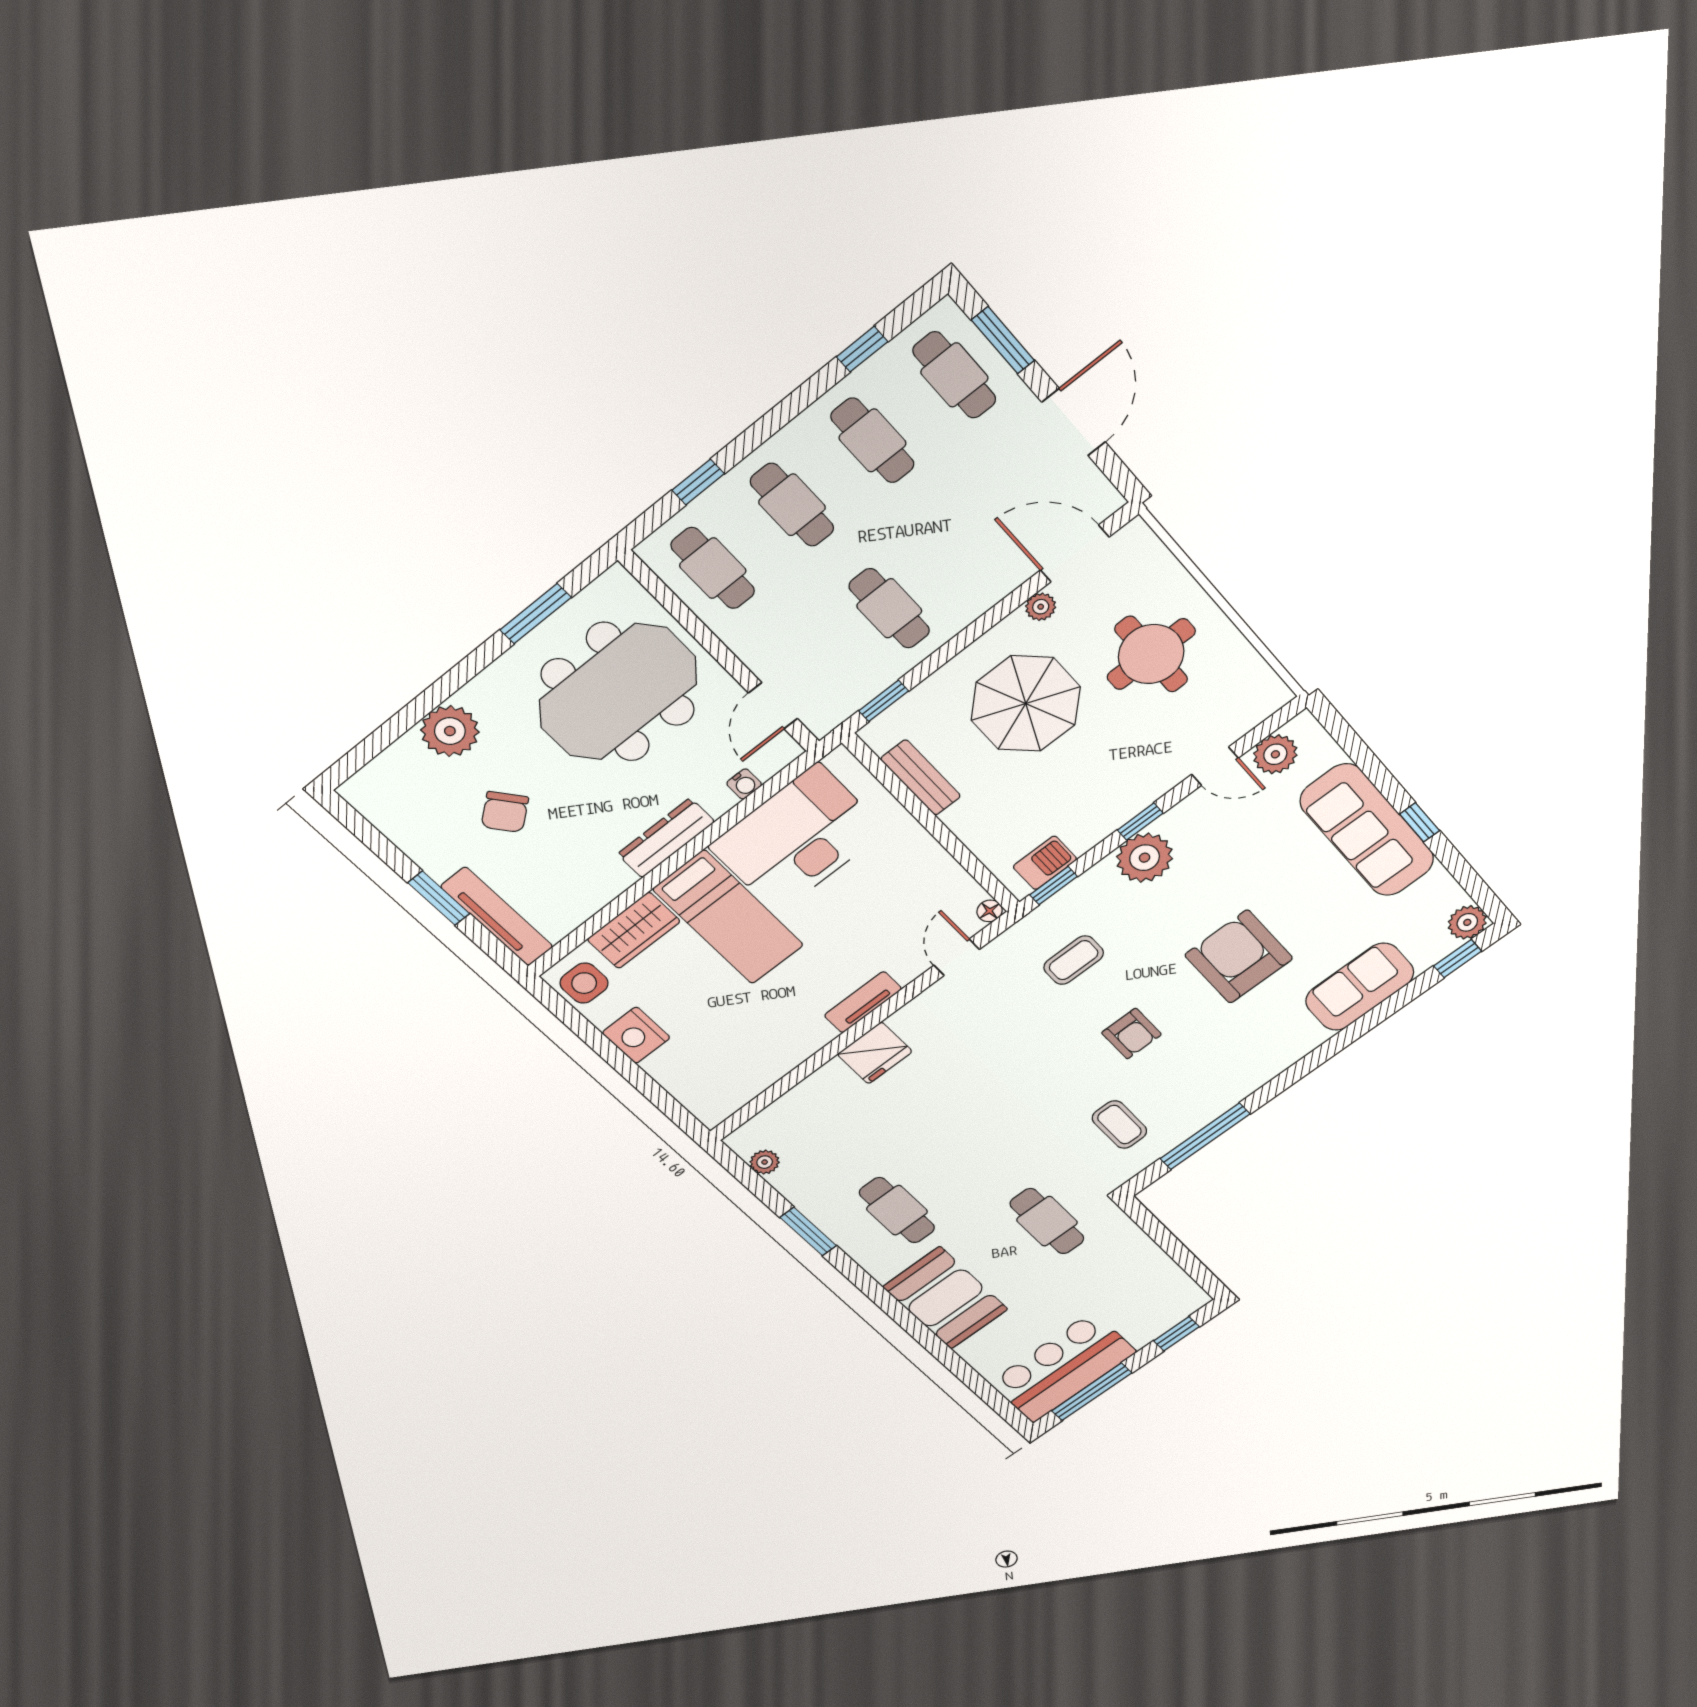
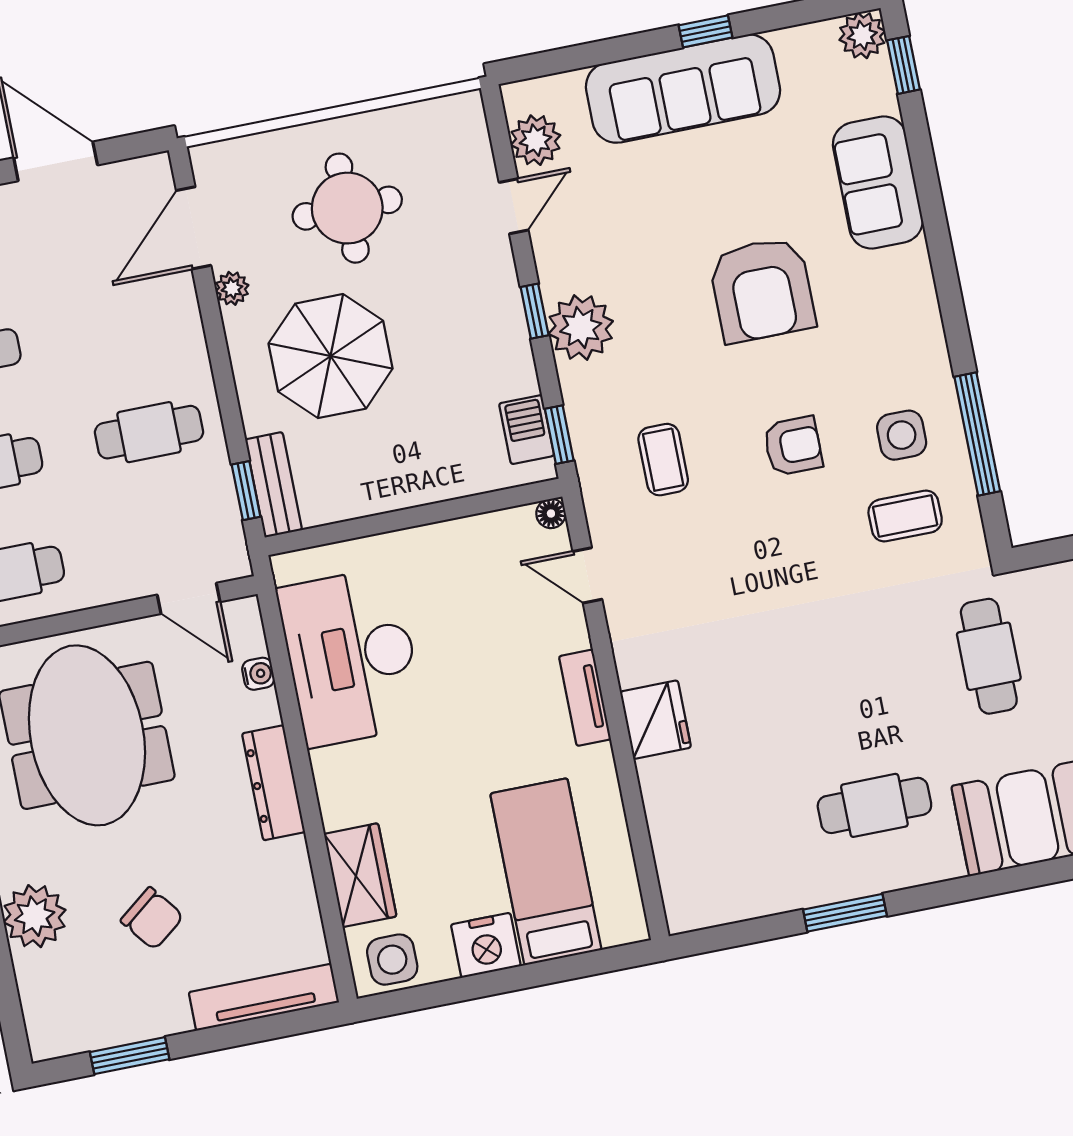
bench: (921, 778) -> (274, 485), moved, turned 90
window: (439, 898) -> (130, 1056), moved
bed: (728, 917) -> (546, 872), moved, turned -90
armchair: (1239, 957) -> (762, 290), turned -90
side table: (1178, 1093) -> (902, 435), added
plant: (765, 1162) -> (725, 907), removed
cafe table: (1047, 1221) -> (989, 656), turned 90

